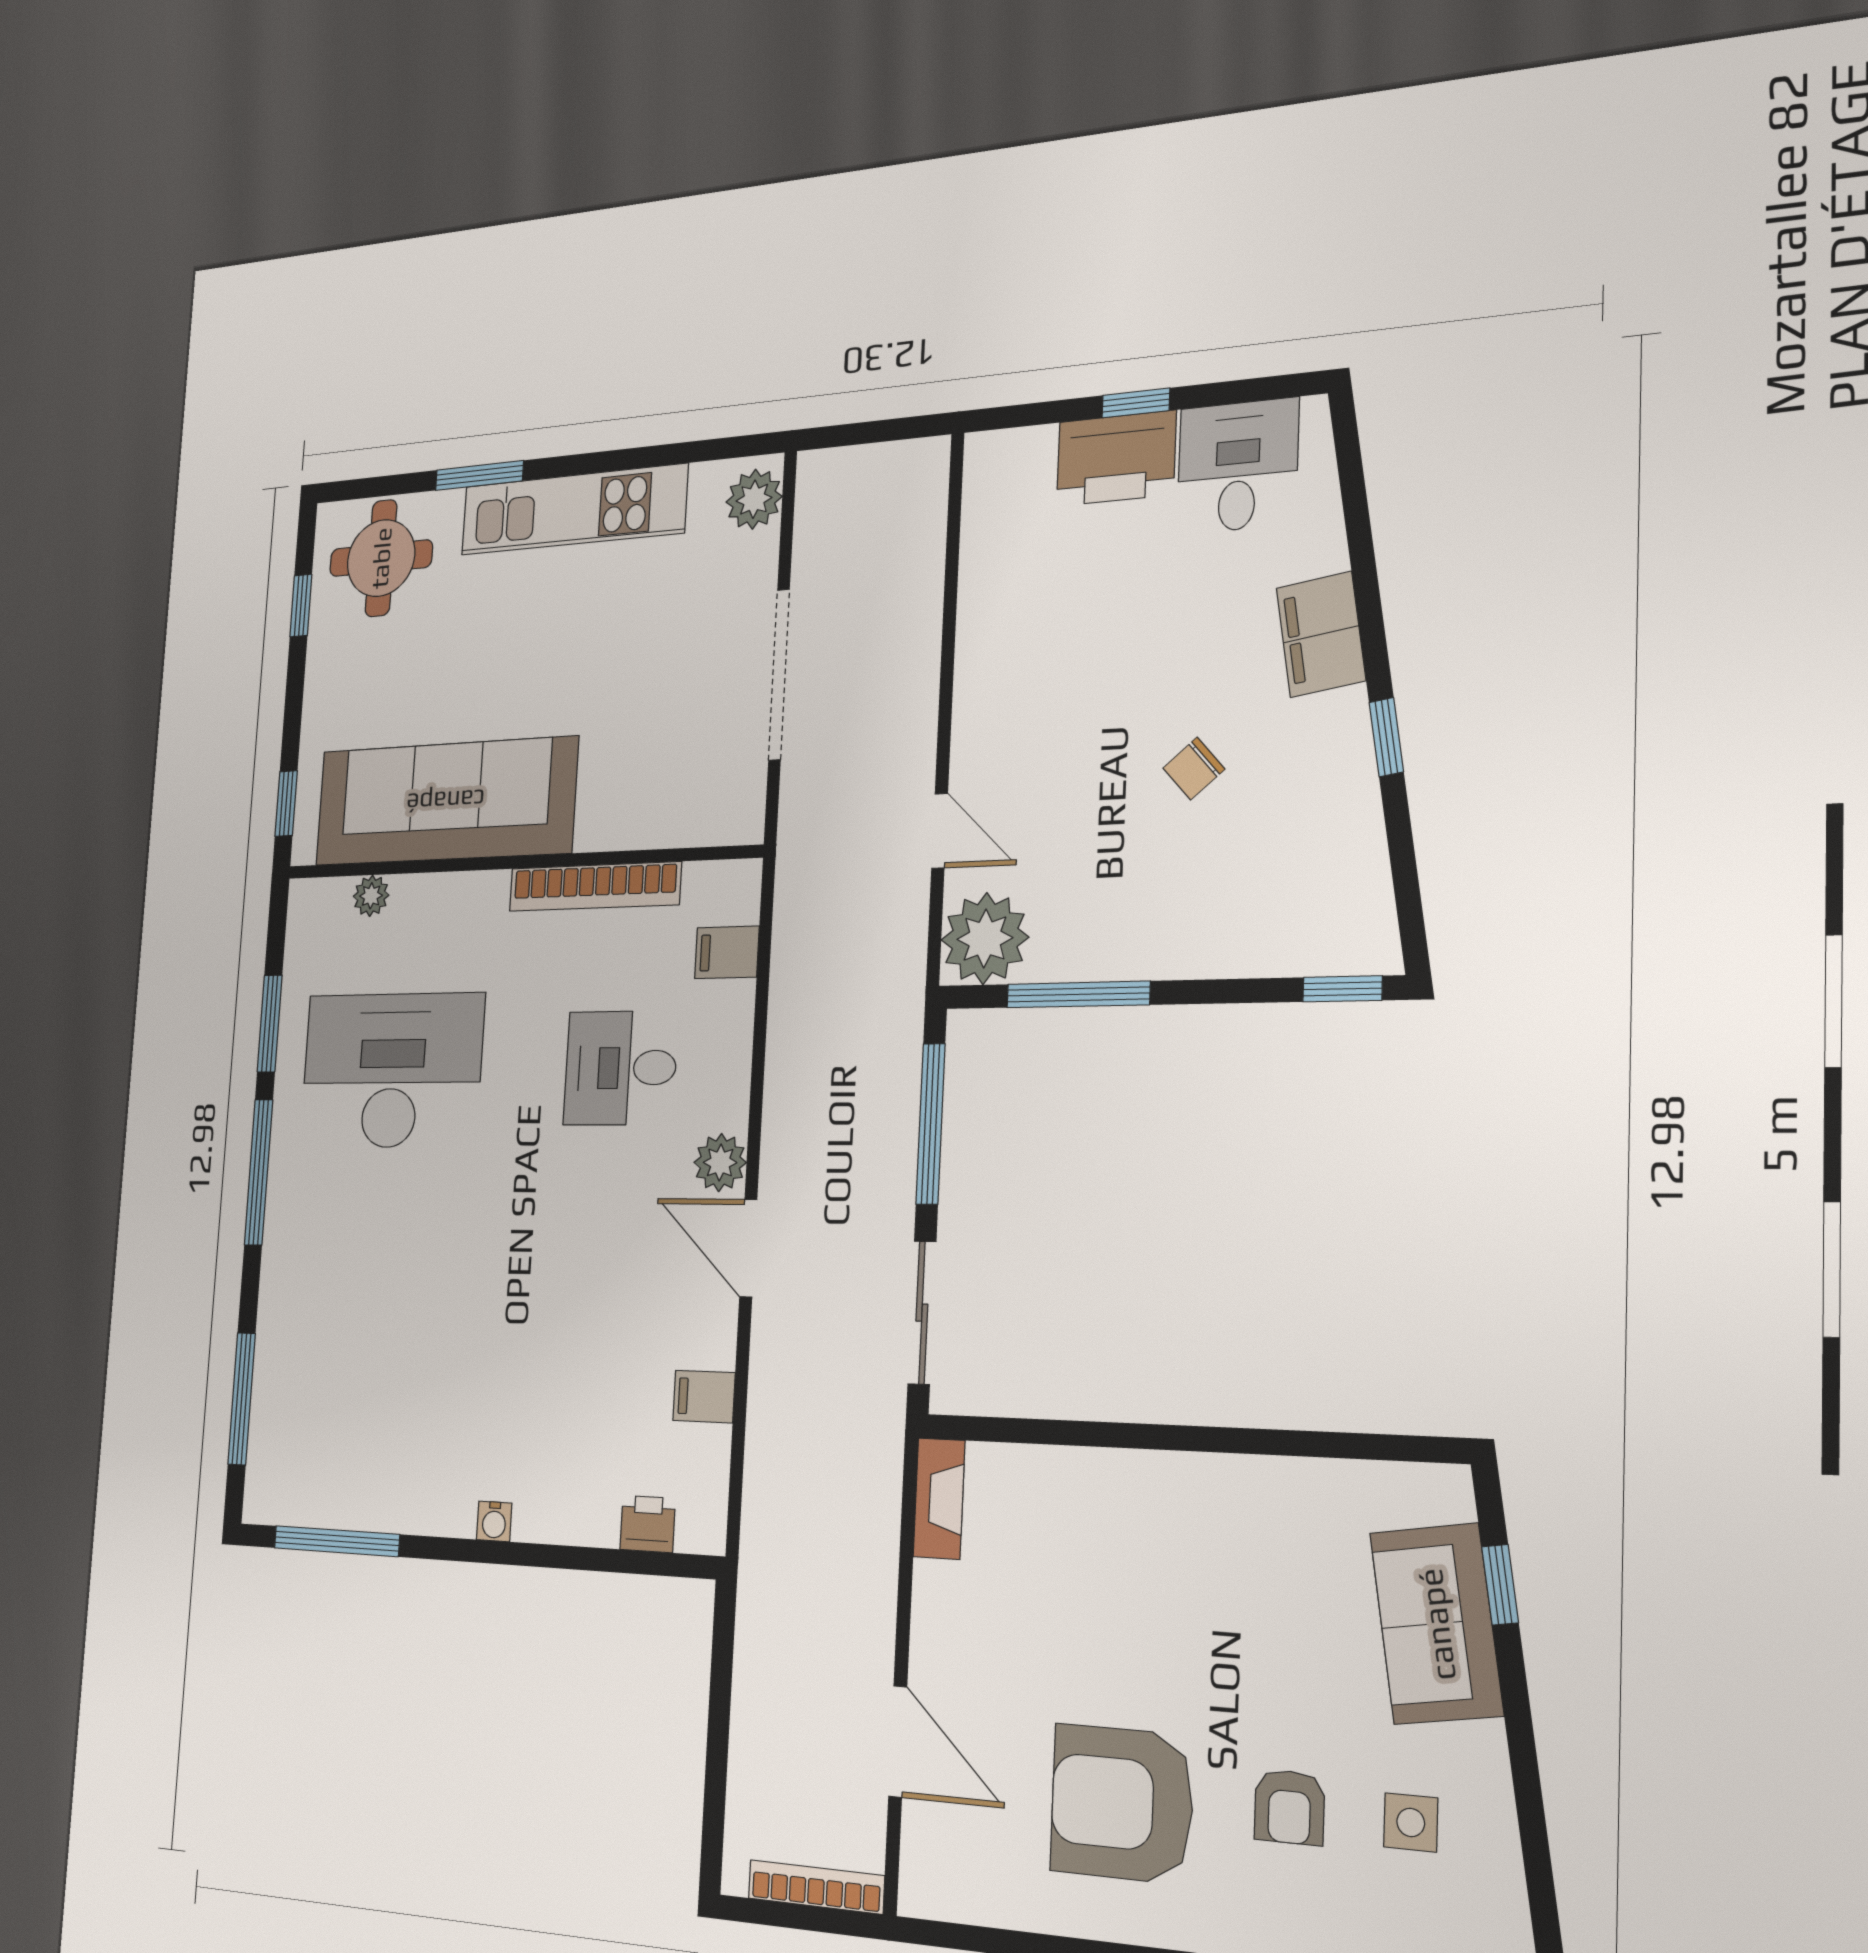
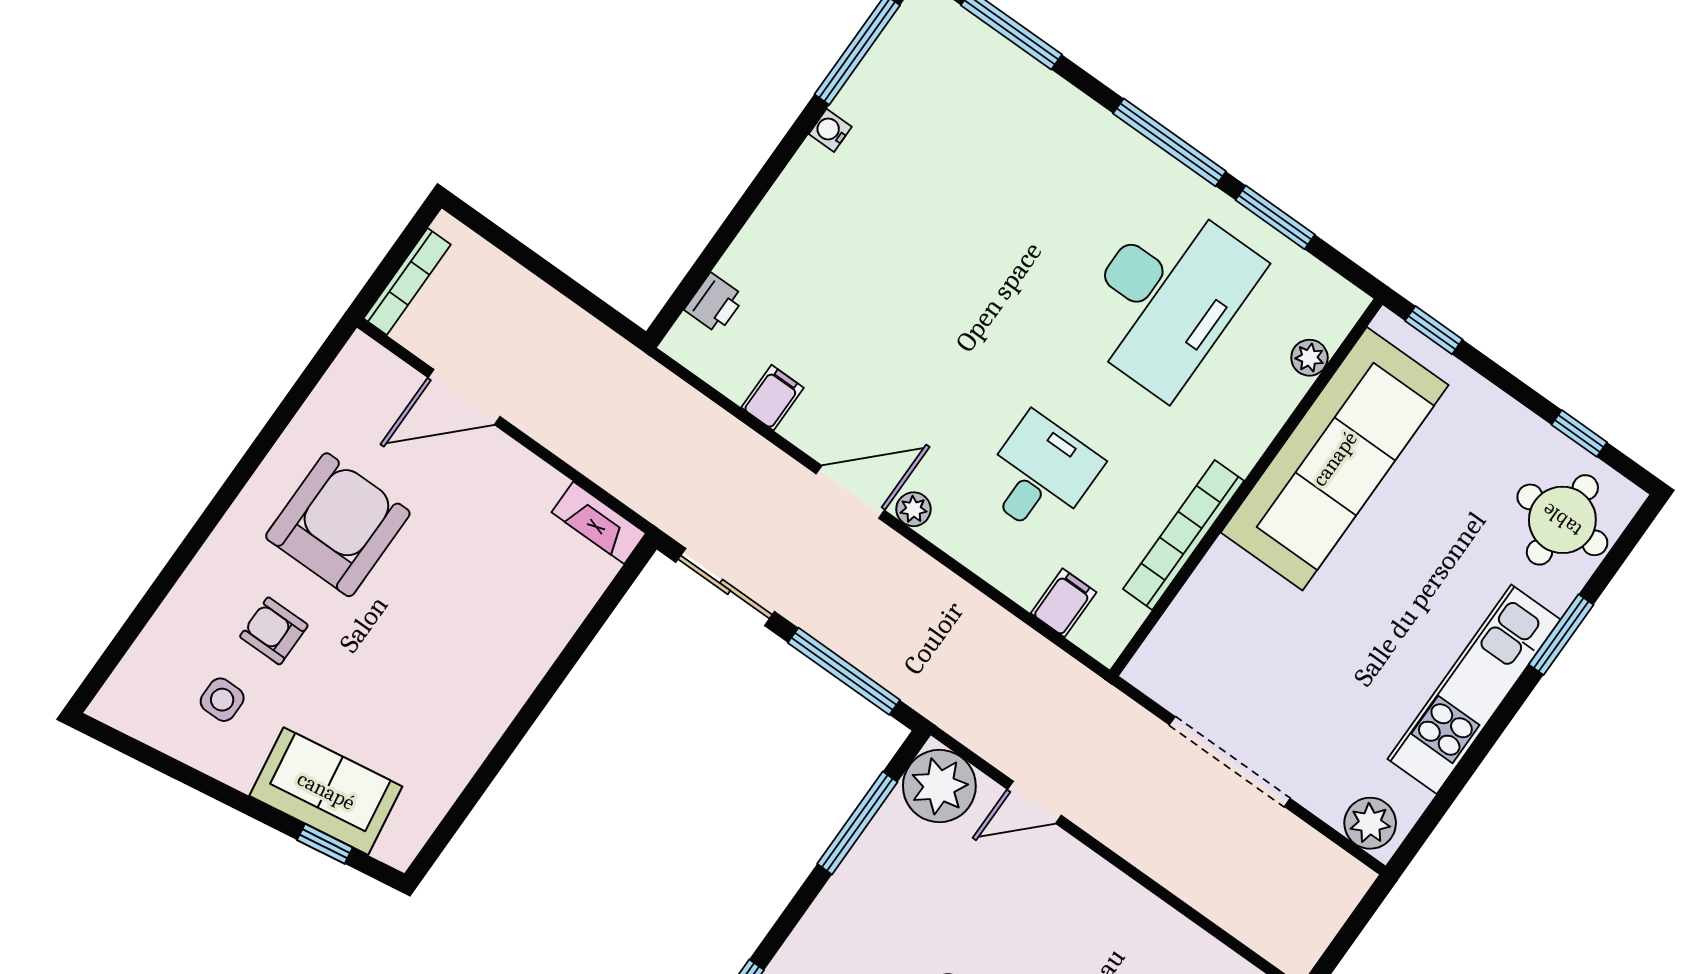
plant: (720, 1162) -> (913, 509), width x0.73, depth x0.73
water cooler: (494, 1521) -> (830, 130), moved

